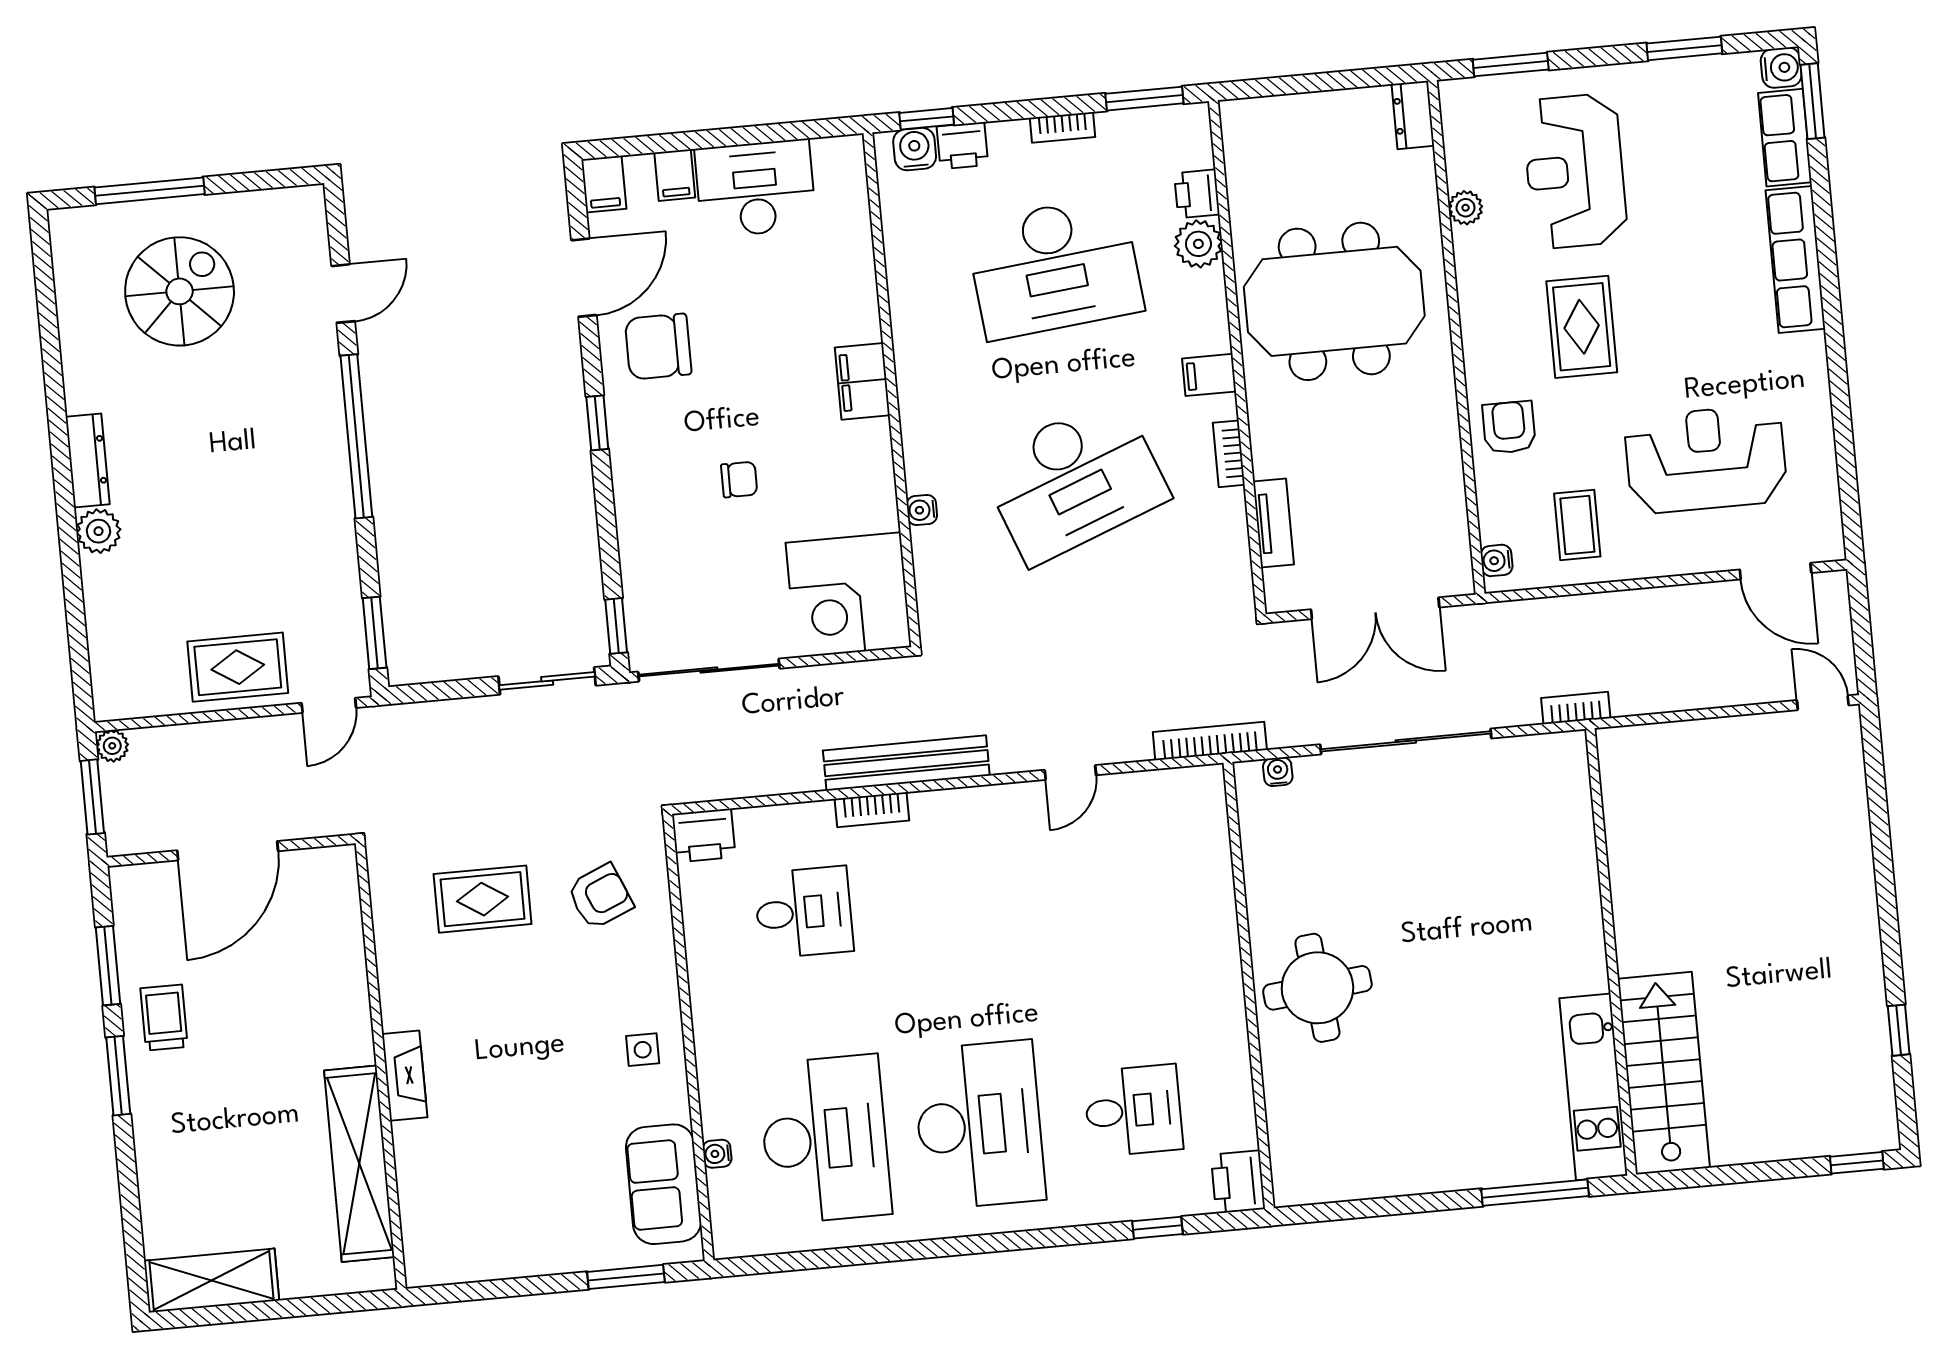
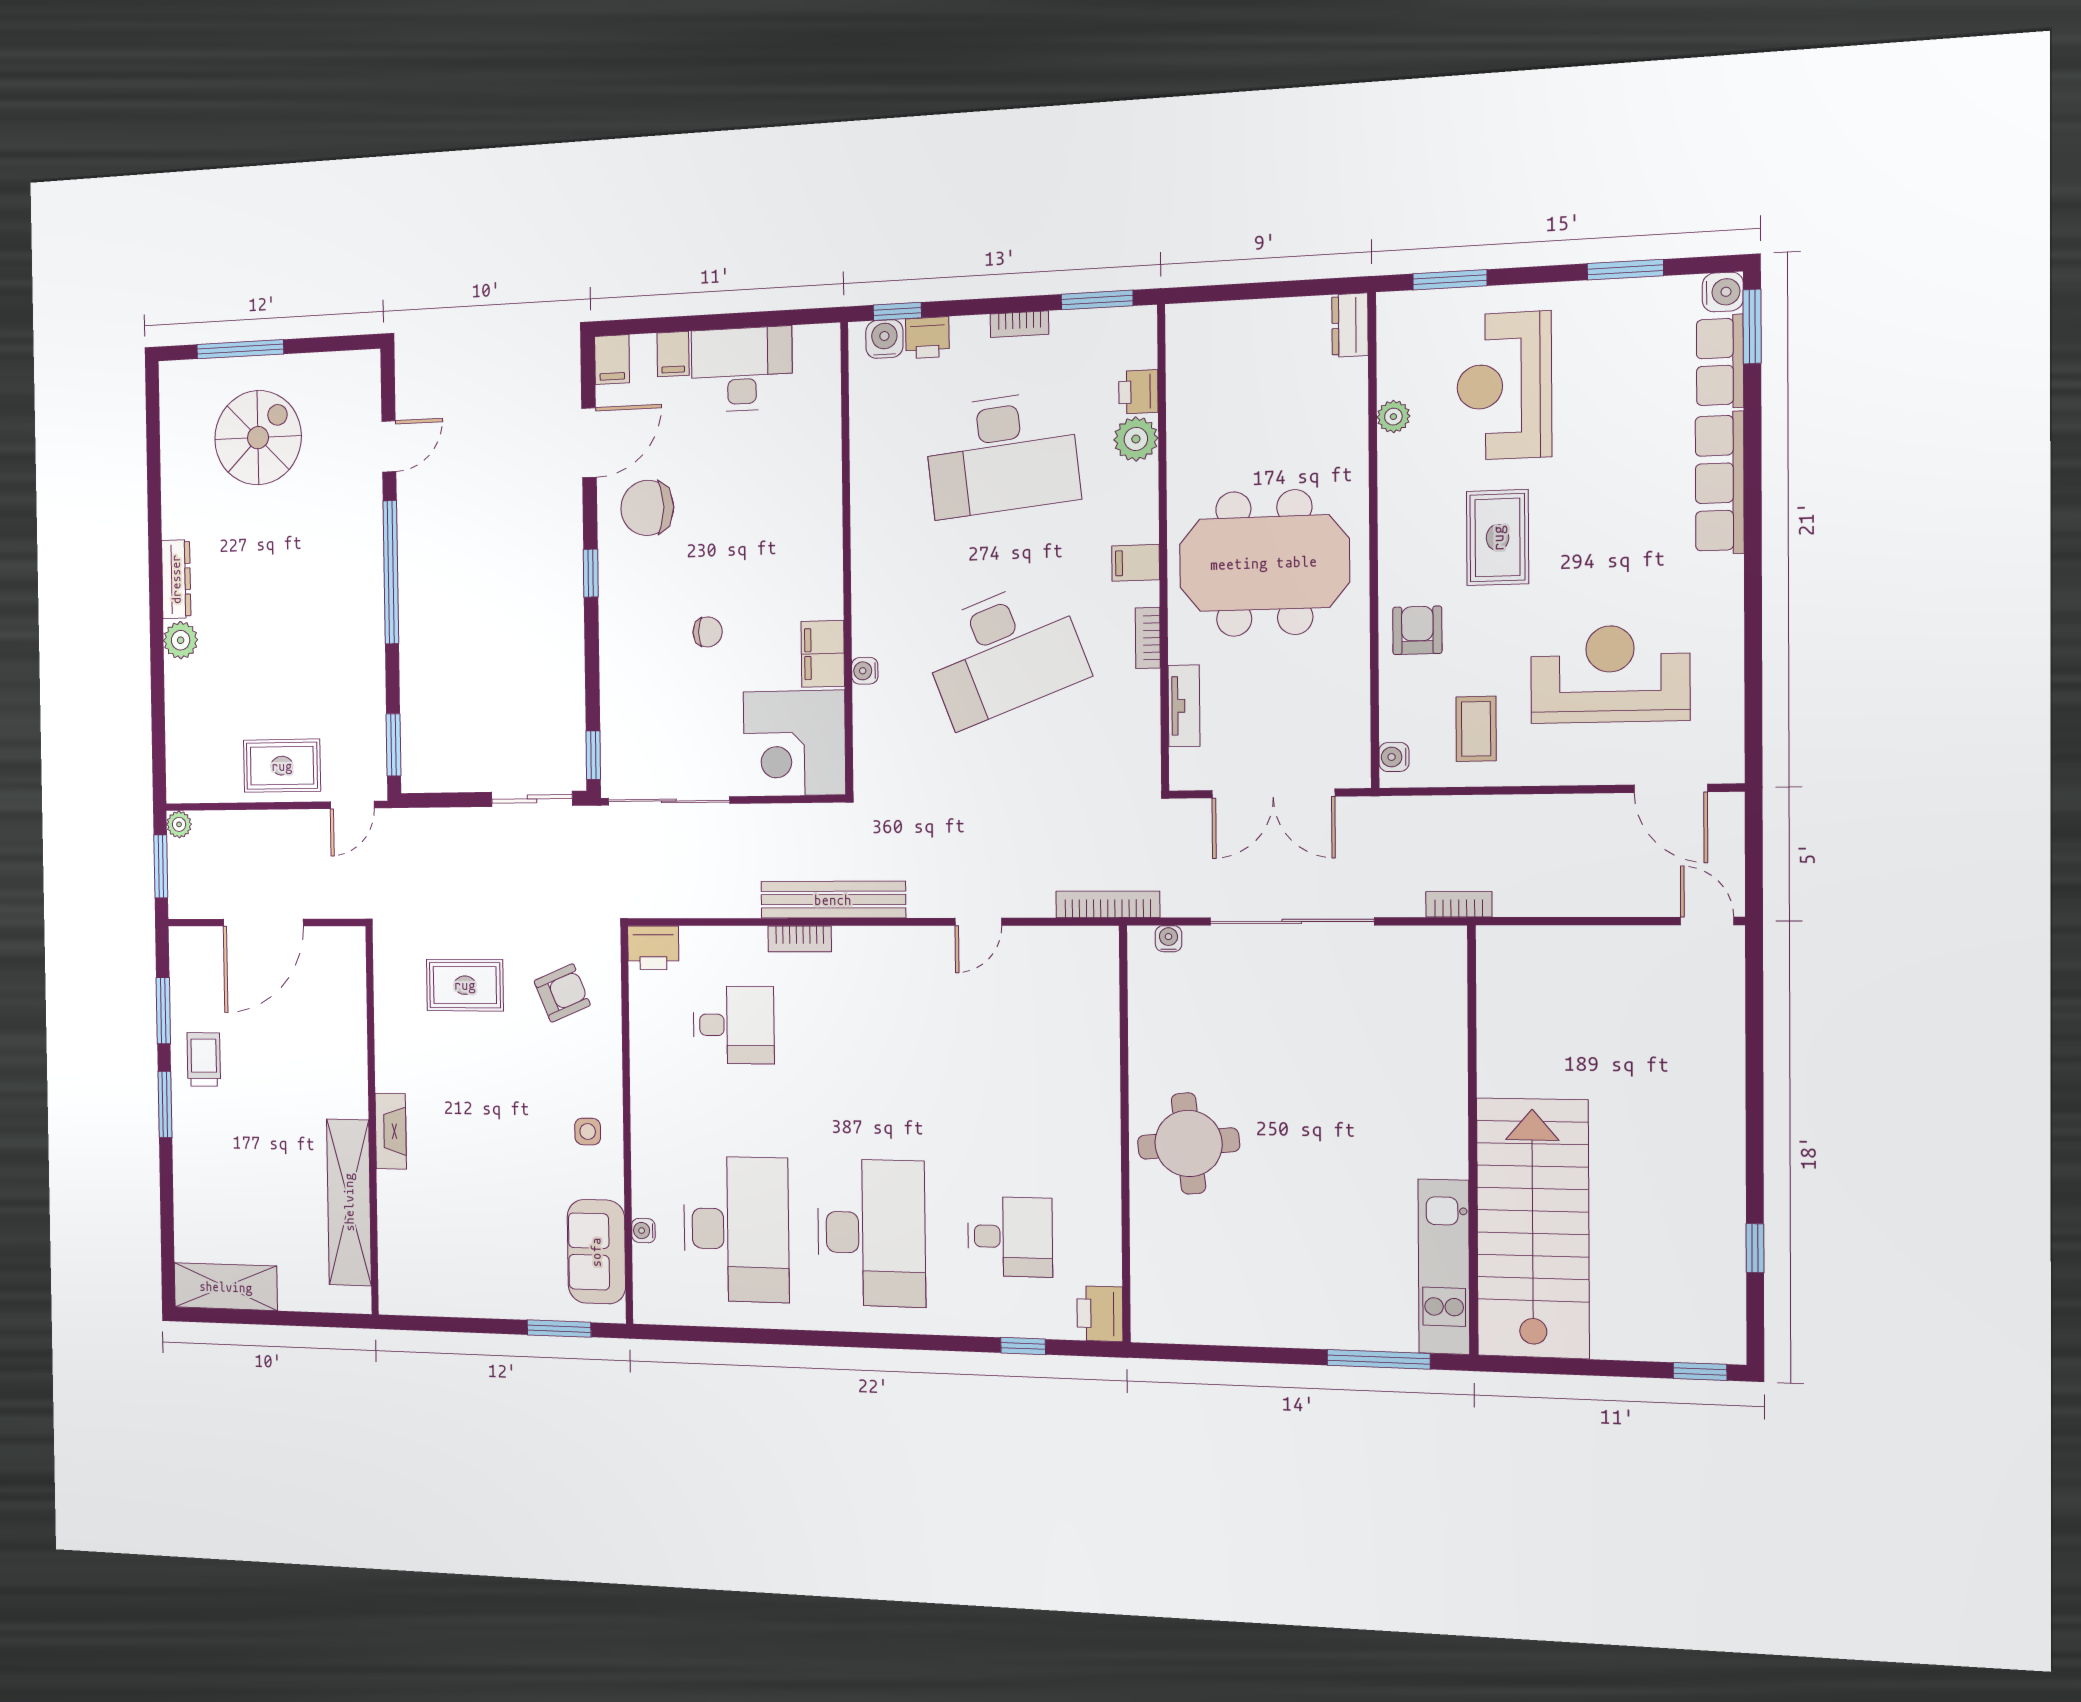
meeting table: (1334, 301) -> (1264, 563), moved
filing cabinet: (862, 381) -> (823, 654), moved
stairs: (1664, 1073) -> (1533, 1228), width x1.36, depth x1.51

